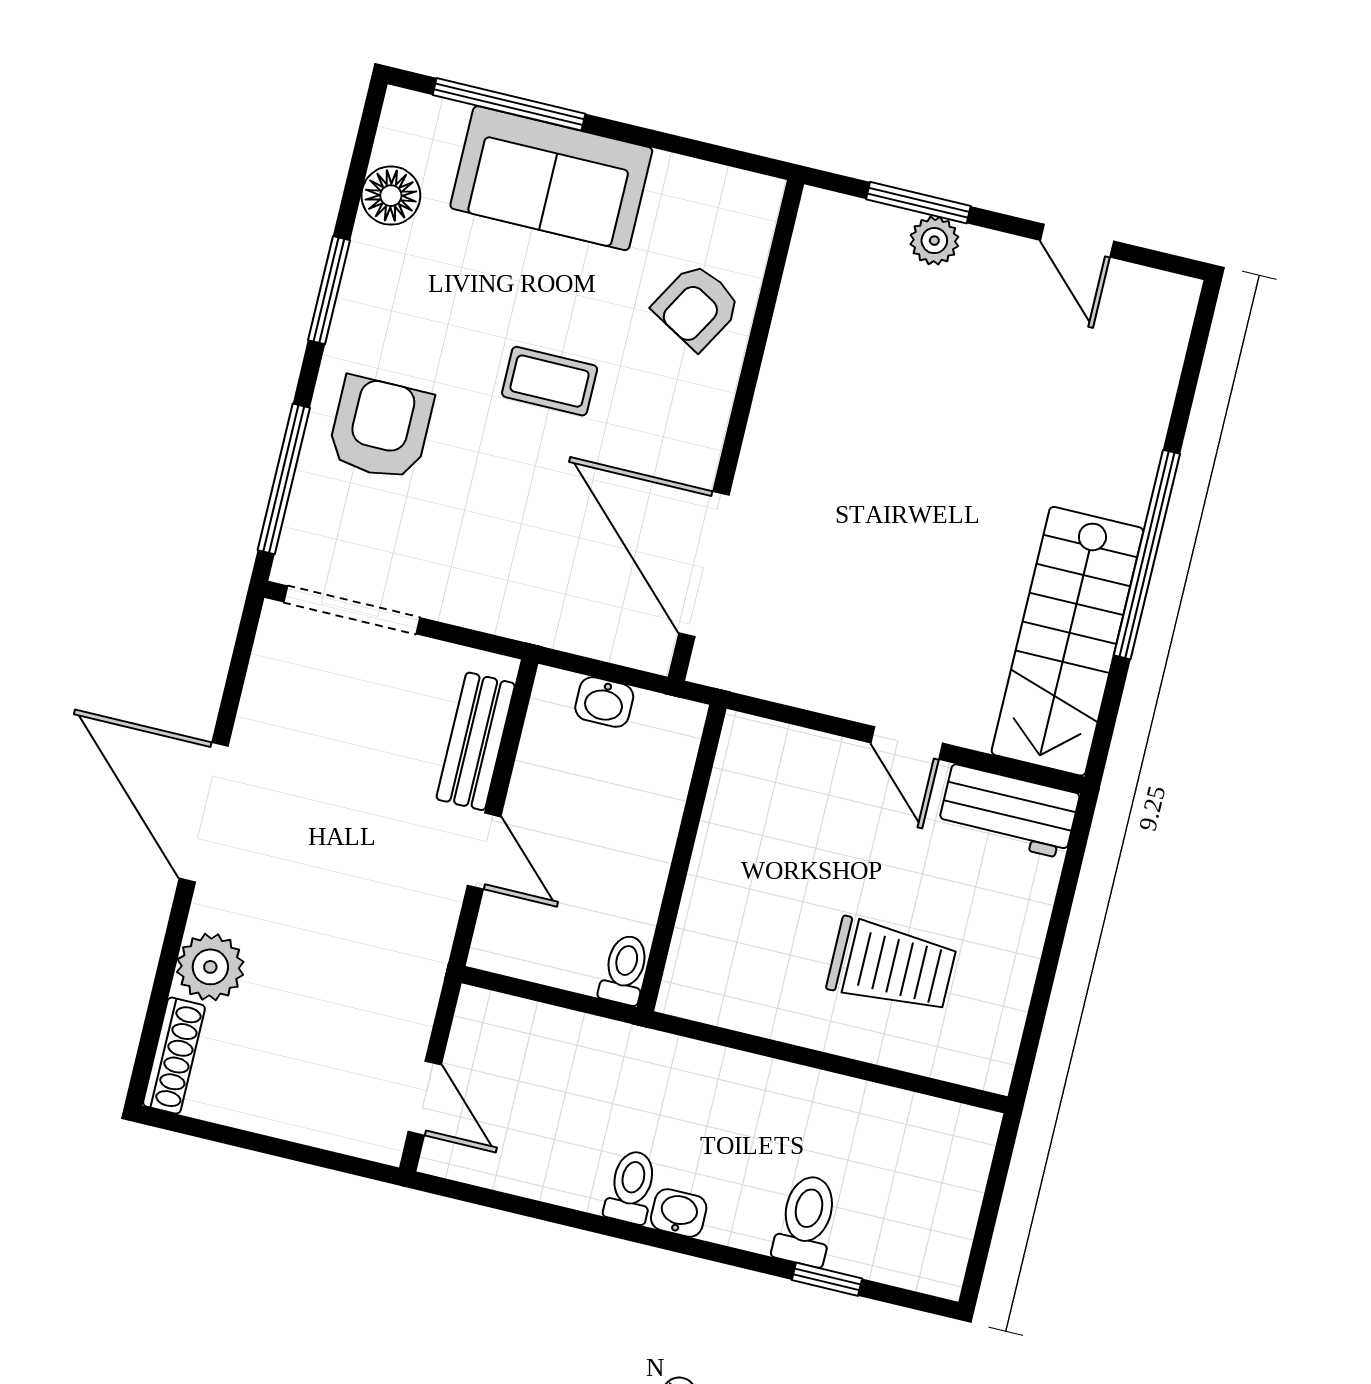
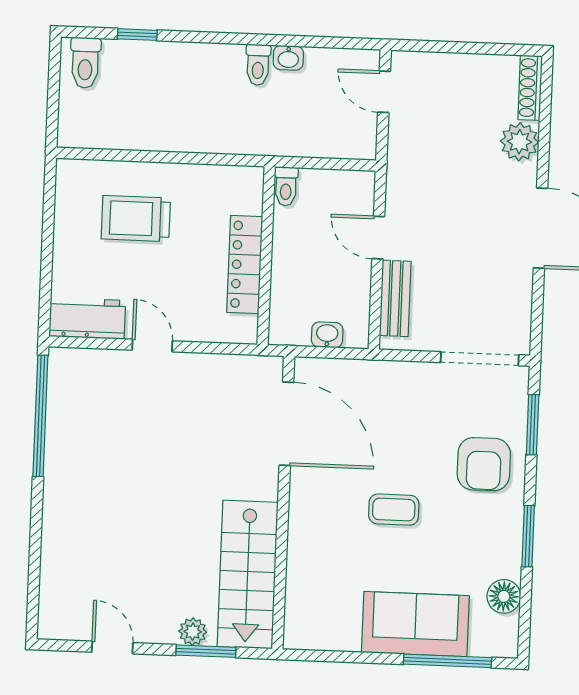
armchair: (697, 307) -> (319, 568), removed
window: (284, 479) -> (533, 425), width x0.69
window: (1147, 555) -> (40, 416), moved
stairs: (1067, 641) -> (248, 574), moved, turned 180
locker: (721, 850) -> (245, 265), added
washbasin: (679, 1213) -> (288, 58), moved
toilet: (806, 1220) -> (85, 63), moved

